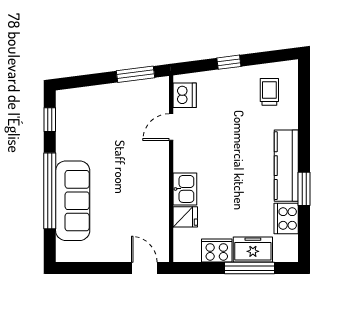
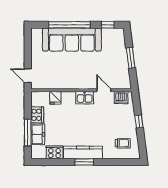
window: (135, 74) -> (131, 58), moved
kitchen sink: (185, 189) -> (85, 98), moved
window: (304, 189) -> (84, 162), moved
sofa: (73, 201) -> (72, 40), width x1.36, depth x1.27
door: (144, 268) -> (28, 76), swing flipped

